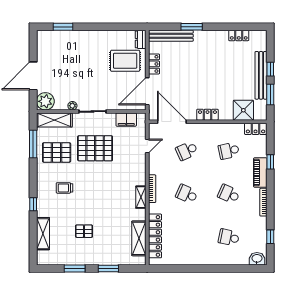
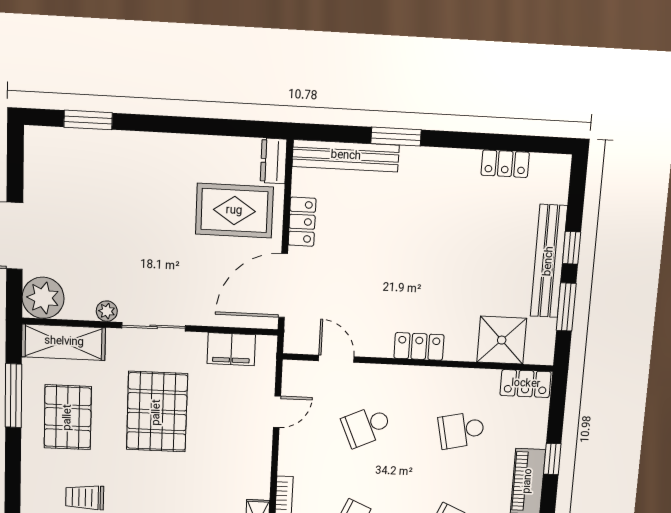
door: (172, 122) -> (336, 359), width x0.53
pallet: (95, 148) -> (157, 412), turned 90
pallet: (57, 152) -> (68, 417), turned 90

